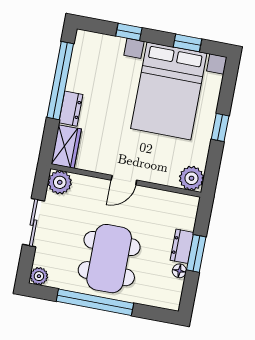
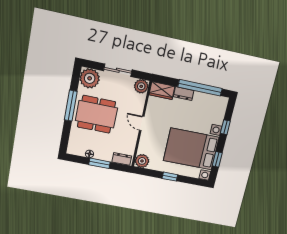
dresser: (182, 246) -> (122, 159), moved
plant: (39, 276) -> (90, 78), width x1.88, depth x1.88
window: (95, 302) -> (71, 106), width x0.68

